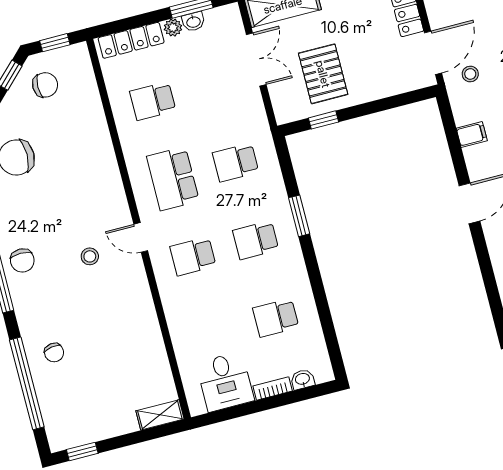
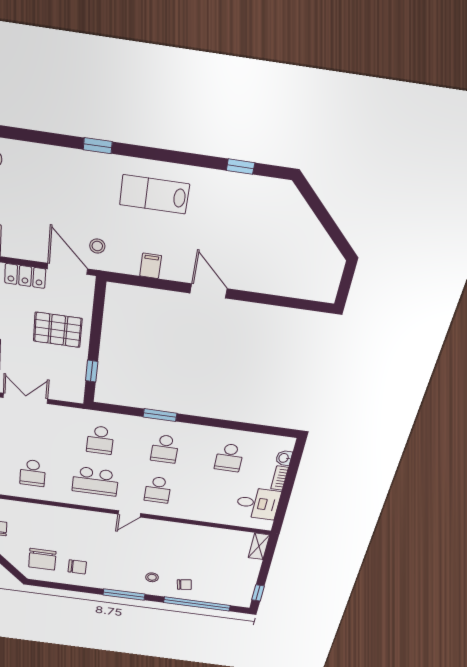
pallet: (323, 74) -> (58, 330), moved
stool: (90, 256) -> (152, 577), moved
chair: (22, 260) -> (77, 567), moved

